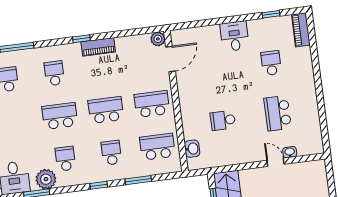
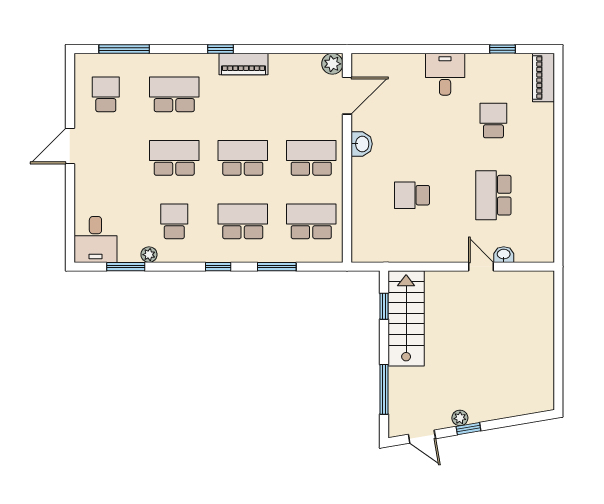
school desk: (54, 73) -> (174, 94), width x1.85
washbasin: (192, 149) -> (362, 144), moved
school desk: (111, 153) -> (243, 221), width x1.85
plant: (46, 179) -> (149, 255), width x0.53, depth x0.53

